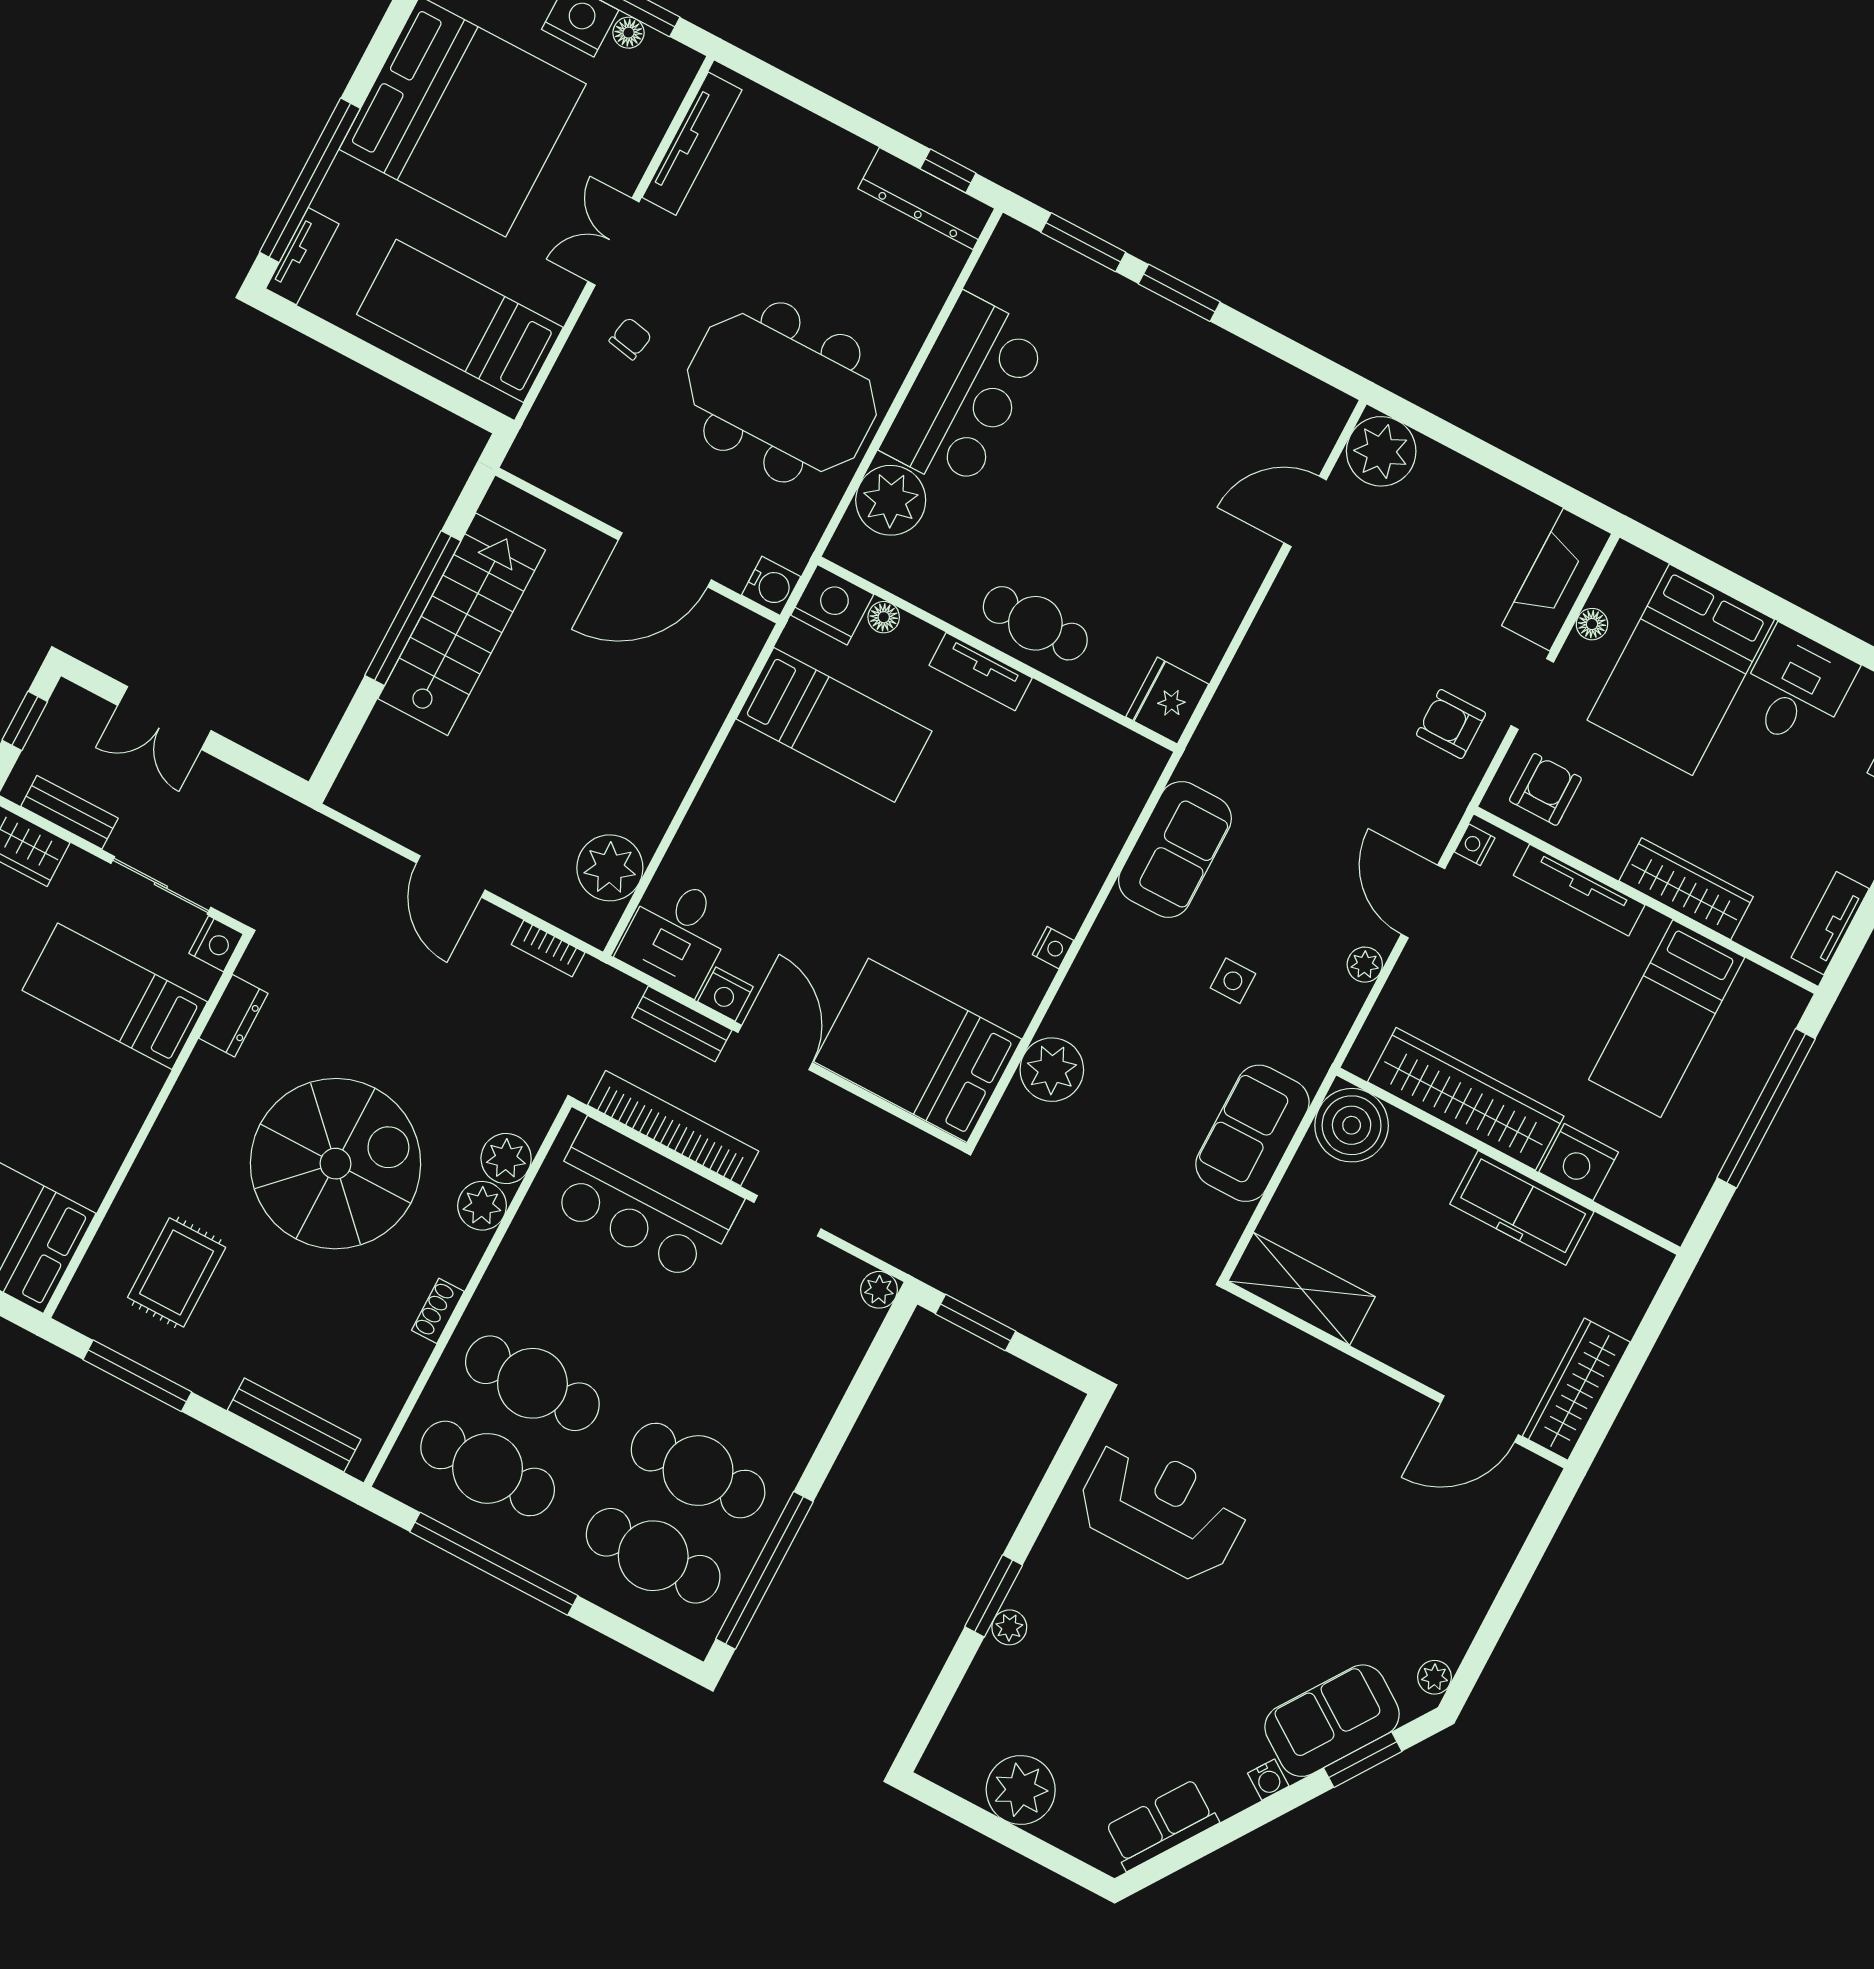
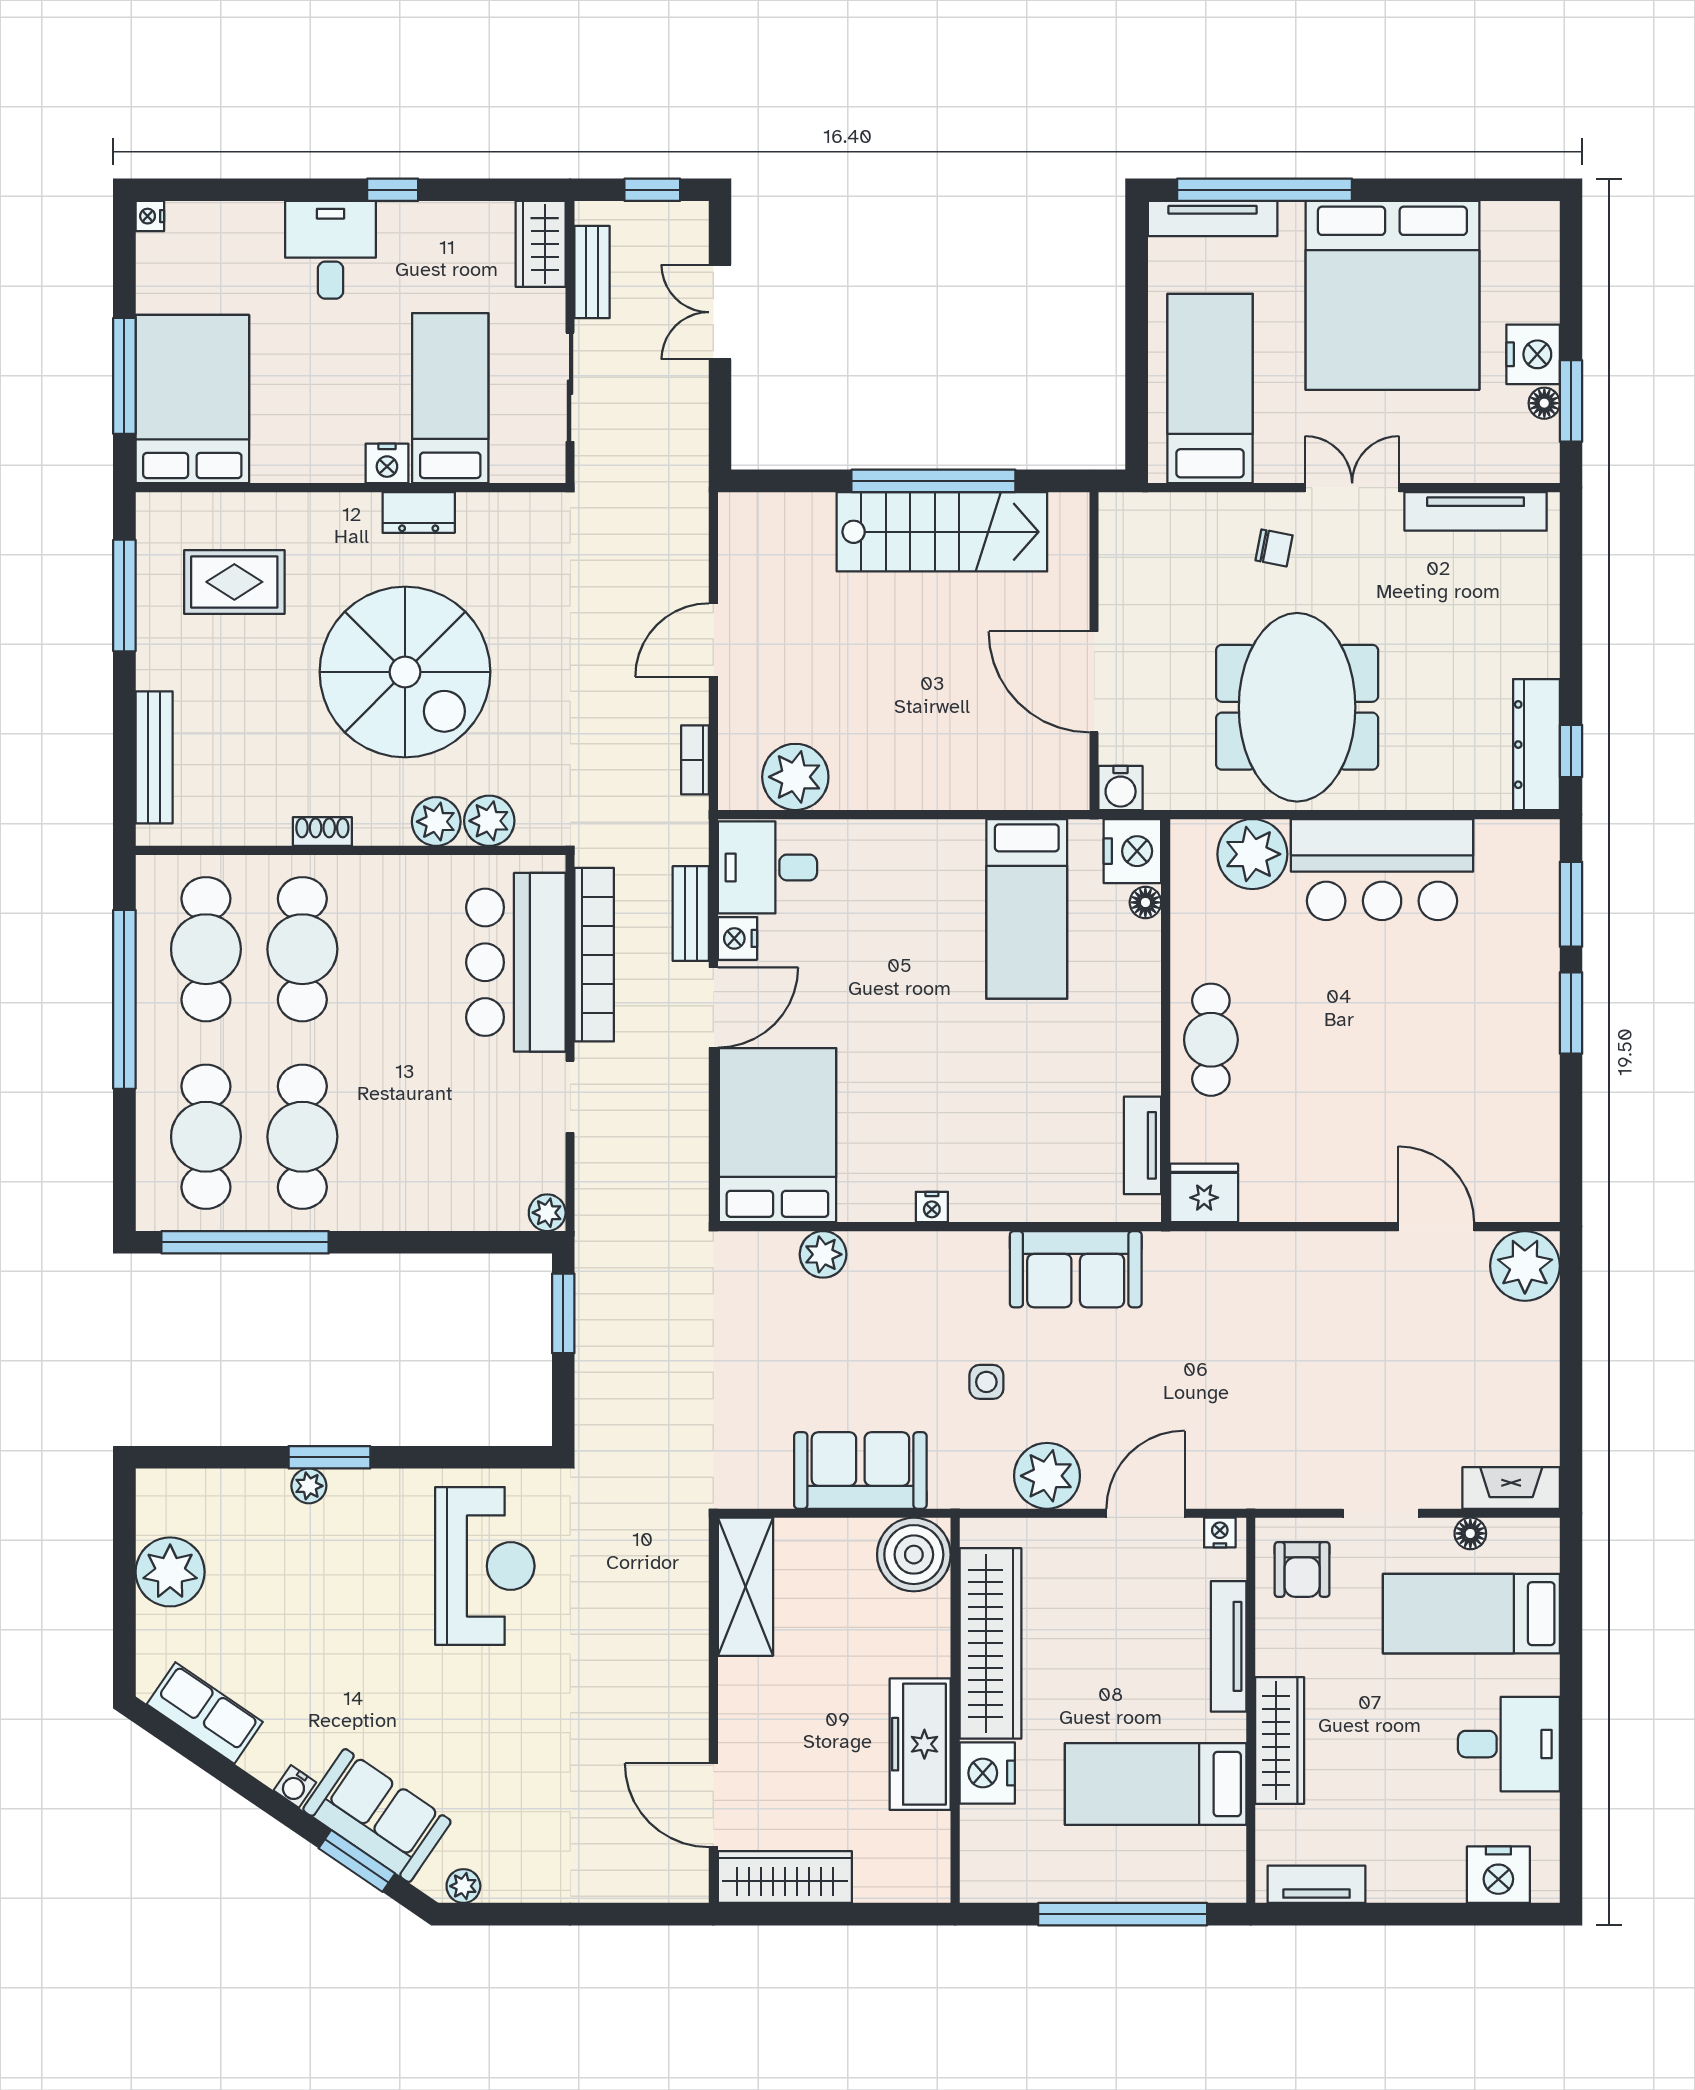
tv unit: (302, 256) -> (1213, 219), width x1.41
fireplace: (1557, 580) -> (1511, 1488), width x0.73, depth x0.76
bed: (1681, 670) -> (1471, 1614), width x0.67
tv unit: (981, 672) -> (1143, 1145), moved
armchair: (1451, 724) -> (1316, 1455), removed
armchair: (1545, 789) -> (1302, 1569), turned 90
nightstand: (216, 944) -> (387, 463), moved
plant: (1365, 965) -> (1047, 1476), width x1.88, depth x1.88
dresser: (233, 1016) -> (419, 512), moved
plant: (1052, 1070) -> (823, 1254), width x0.73, depth x0.73

